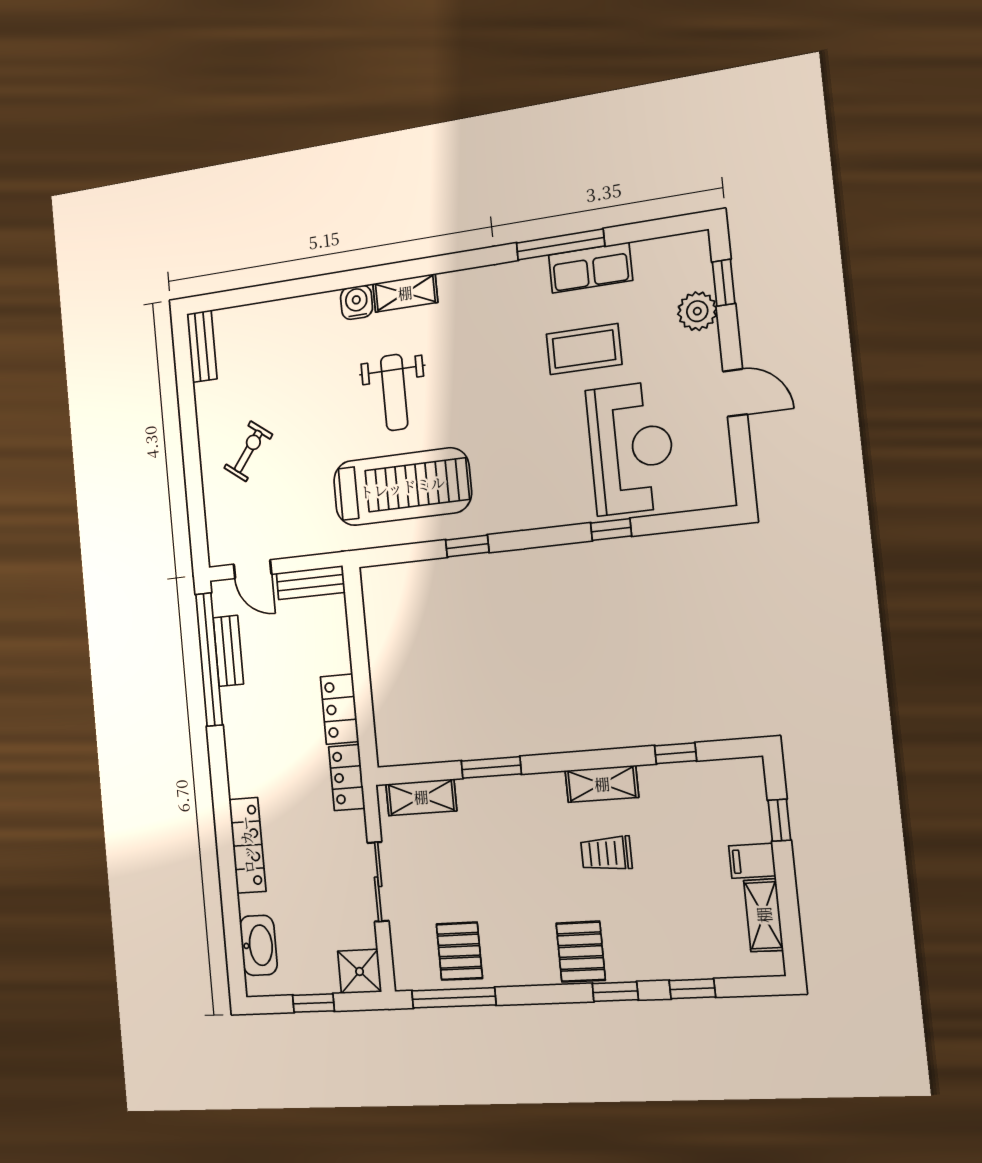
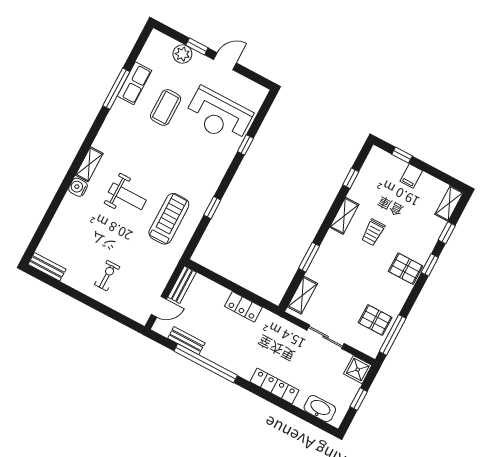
window: (724, 283) -> (197, 46), moved
reception desk: (631, 448) -> (218, 116), turned 180
exercise bike: (248, 451) -> (107, 276), turned 53
treadmill: (402, 487) -> (169, 219), width x0.73, depth x0.73
window: (209, 660) -> (206, 363), moved
locker: (347, 778) -> (274, 322), removed
shelving: (764, 915) -> (449, 203), moved, turned 90

